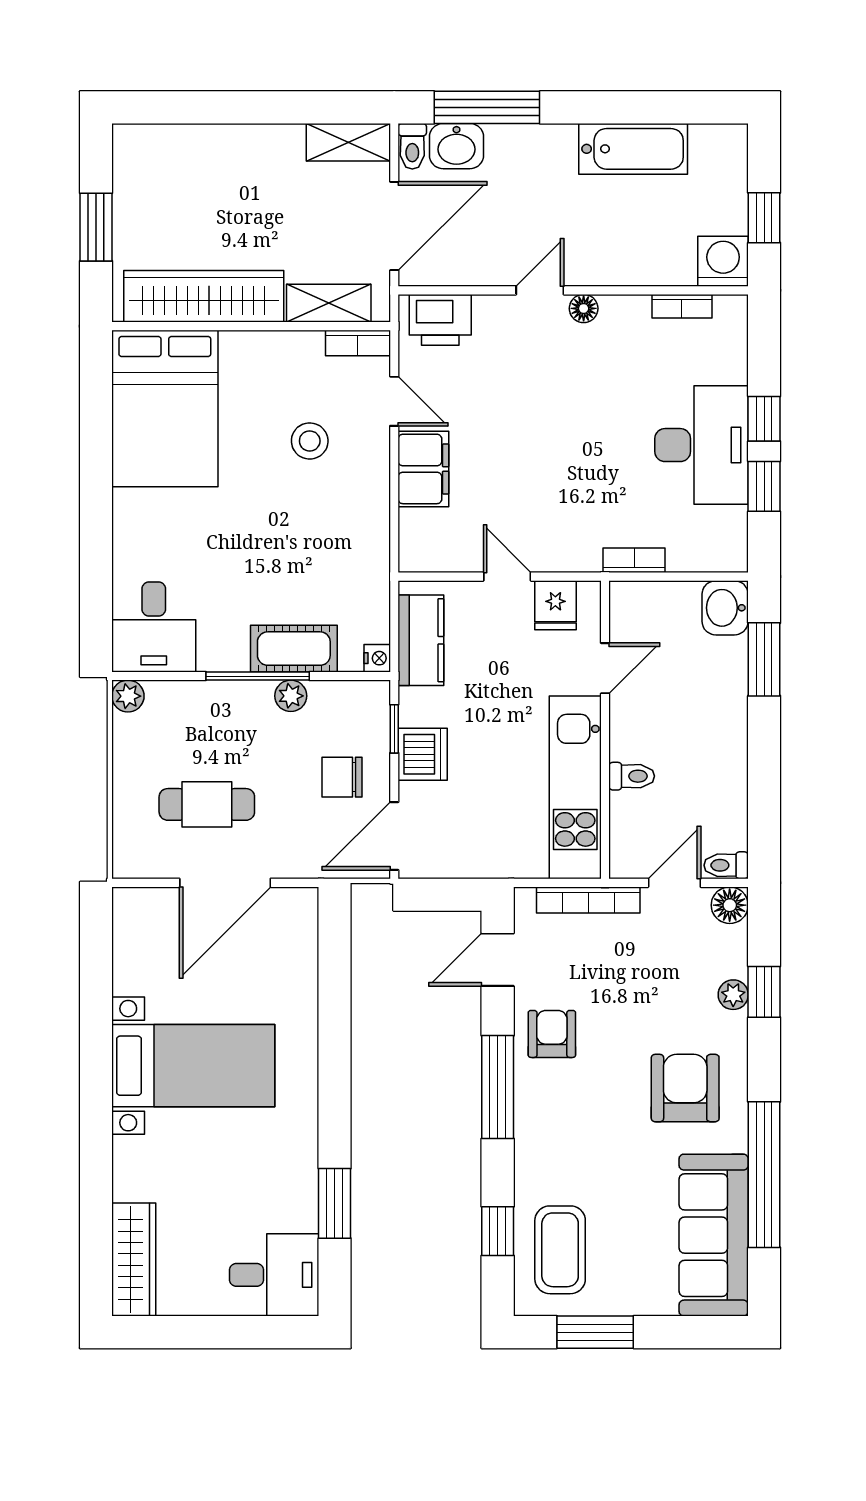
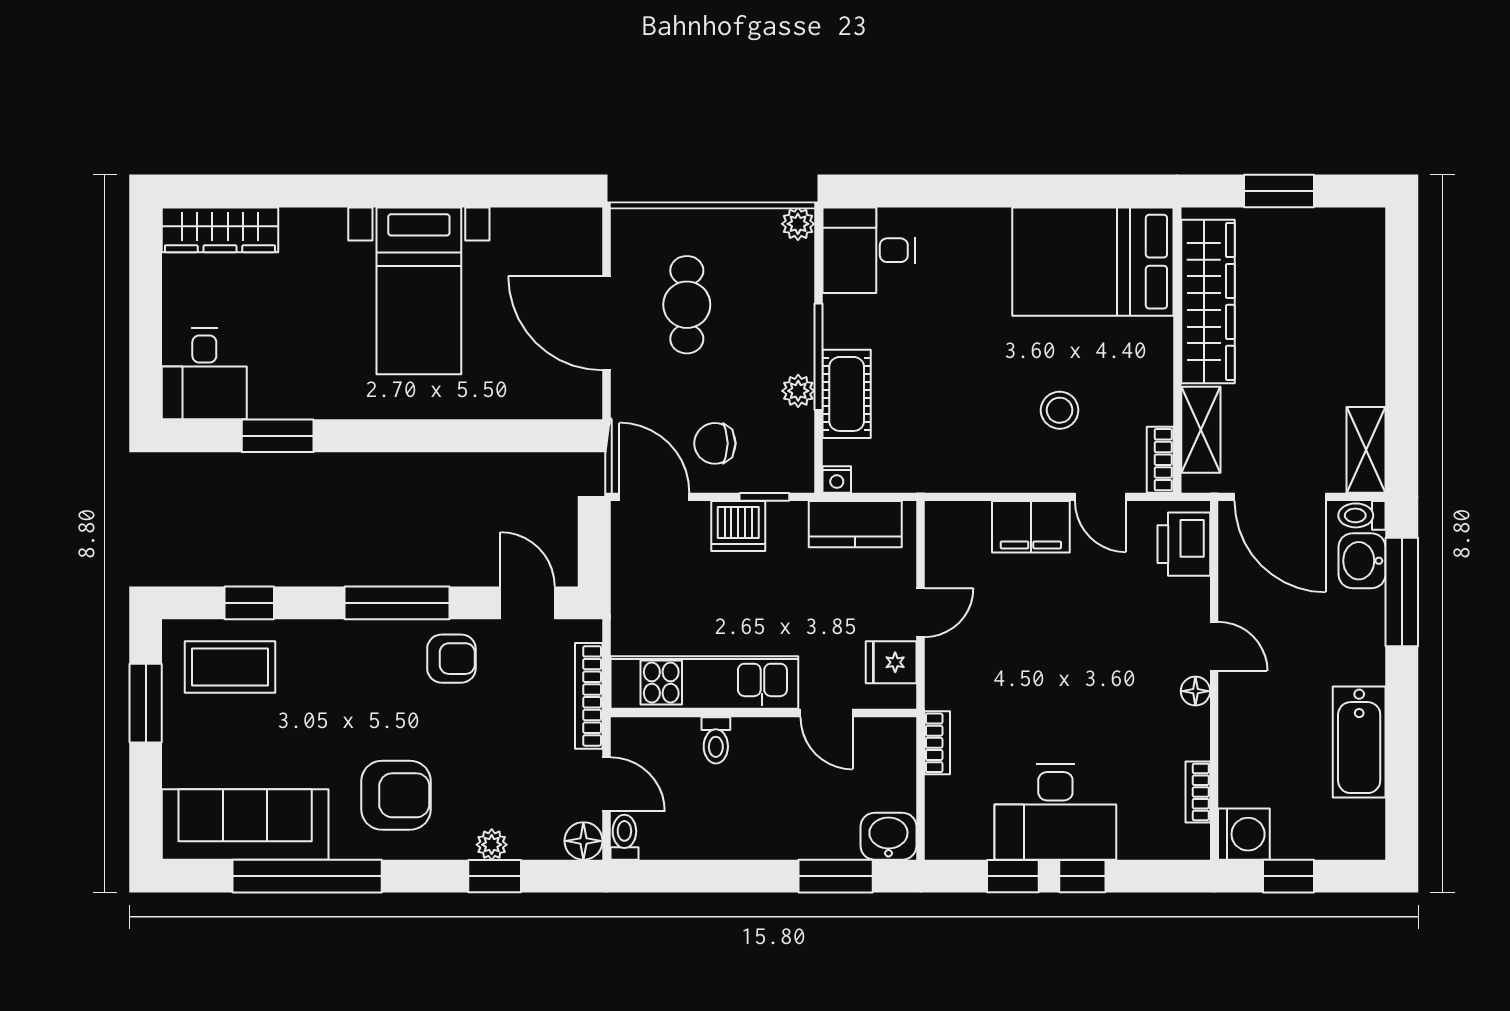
door: (394, 401) -> (1100, 497), hinge flipped
chair: (342, 777) -> (715, 443), turned -90

